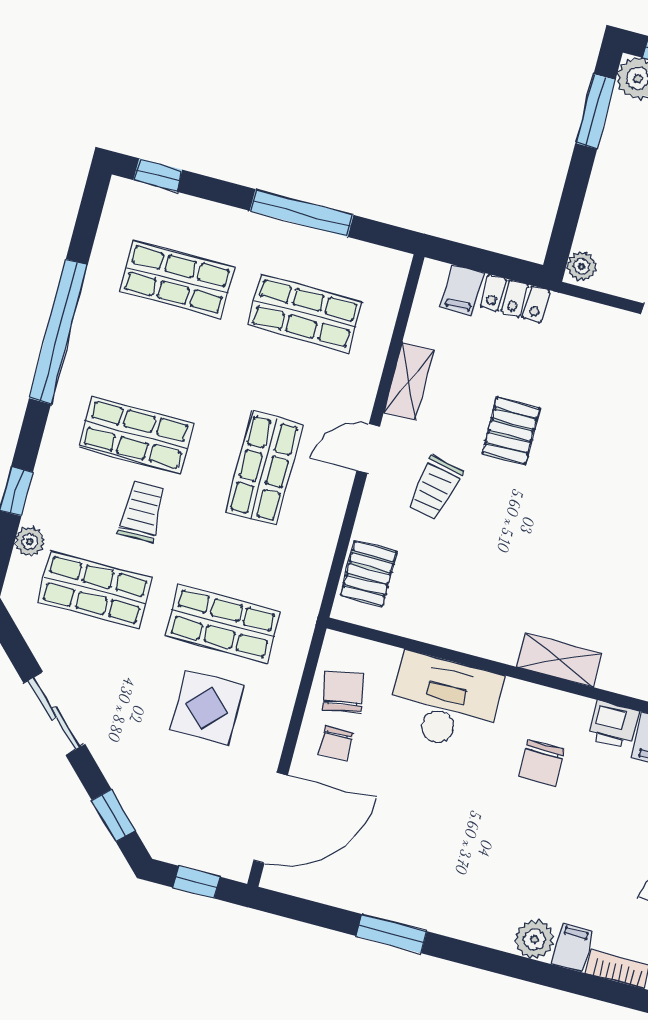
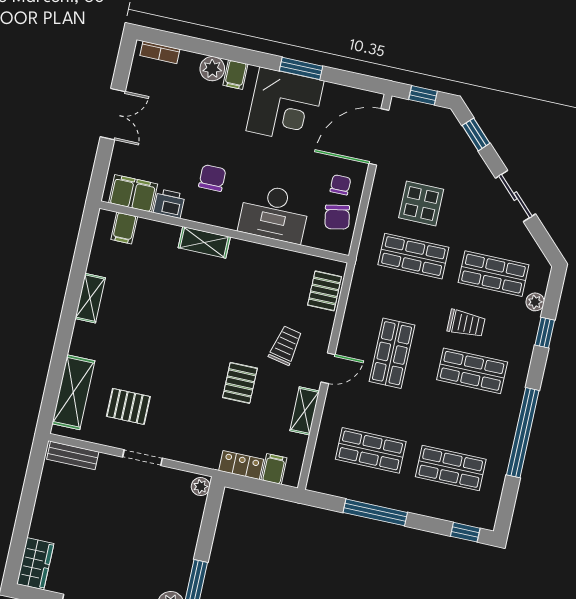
trolley: (142, 511) -> (466, 324), turned -90
corner desk: (420, 875) -> (285, 106), added
filing cabinet: (572, 948) -> (235, 75), moved

